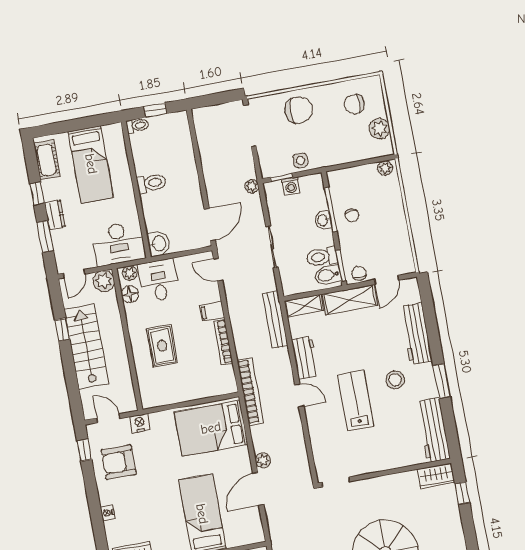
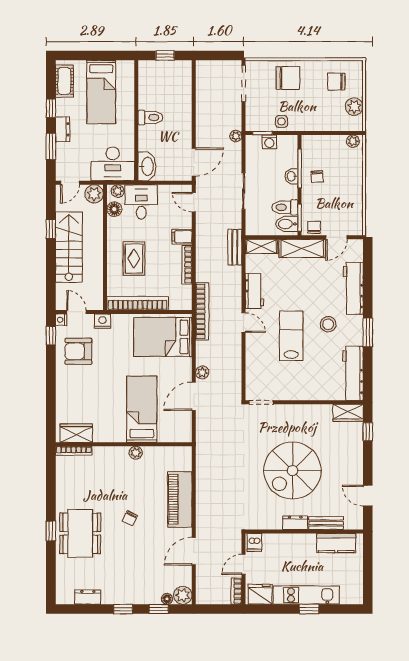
toilet: (137, 125) -> (147, 66), removed
washbasin: (159, 244) -> (147, 166), width x1.38
bench: (275, 319) -> (235, 247), width x0.73
bookcase: (176, 396) -> (138, 303), added
nightstand: (108, 513) -> (61, 320), moved

